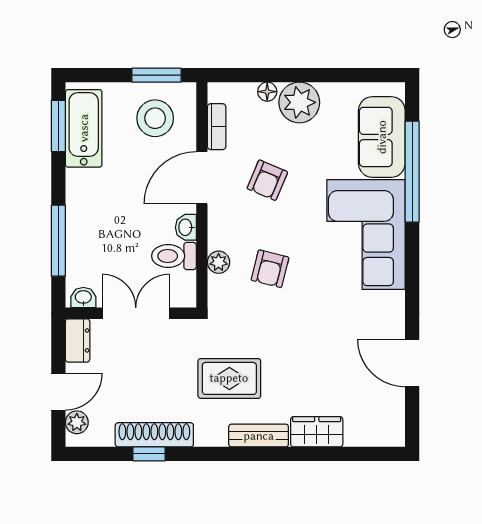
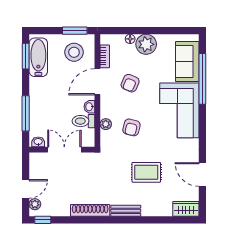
dresser: (78, 340) -> (35, 163), removed
rug: (229, 378) -> (146, 172), moved
wardrobe: (317, 432) -> (186, 209), moved
shoe rack: (154, 435) -> (90, 210), moved
window: (149, 454) -> (43, 220), moved

